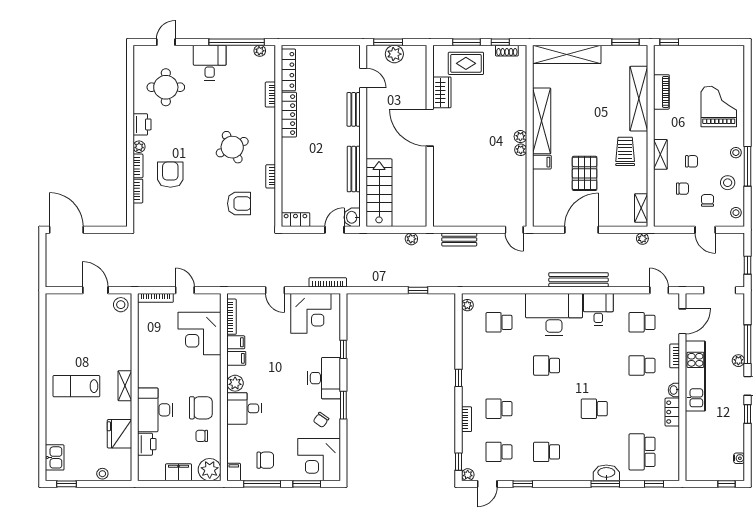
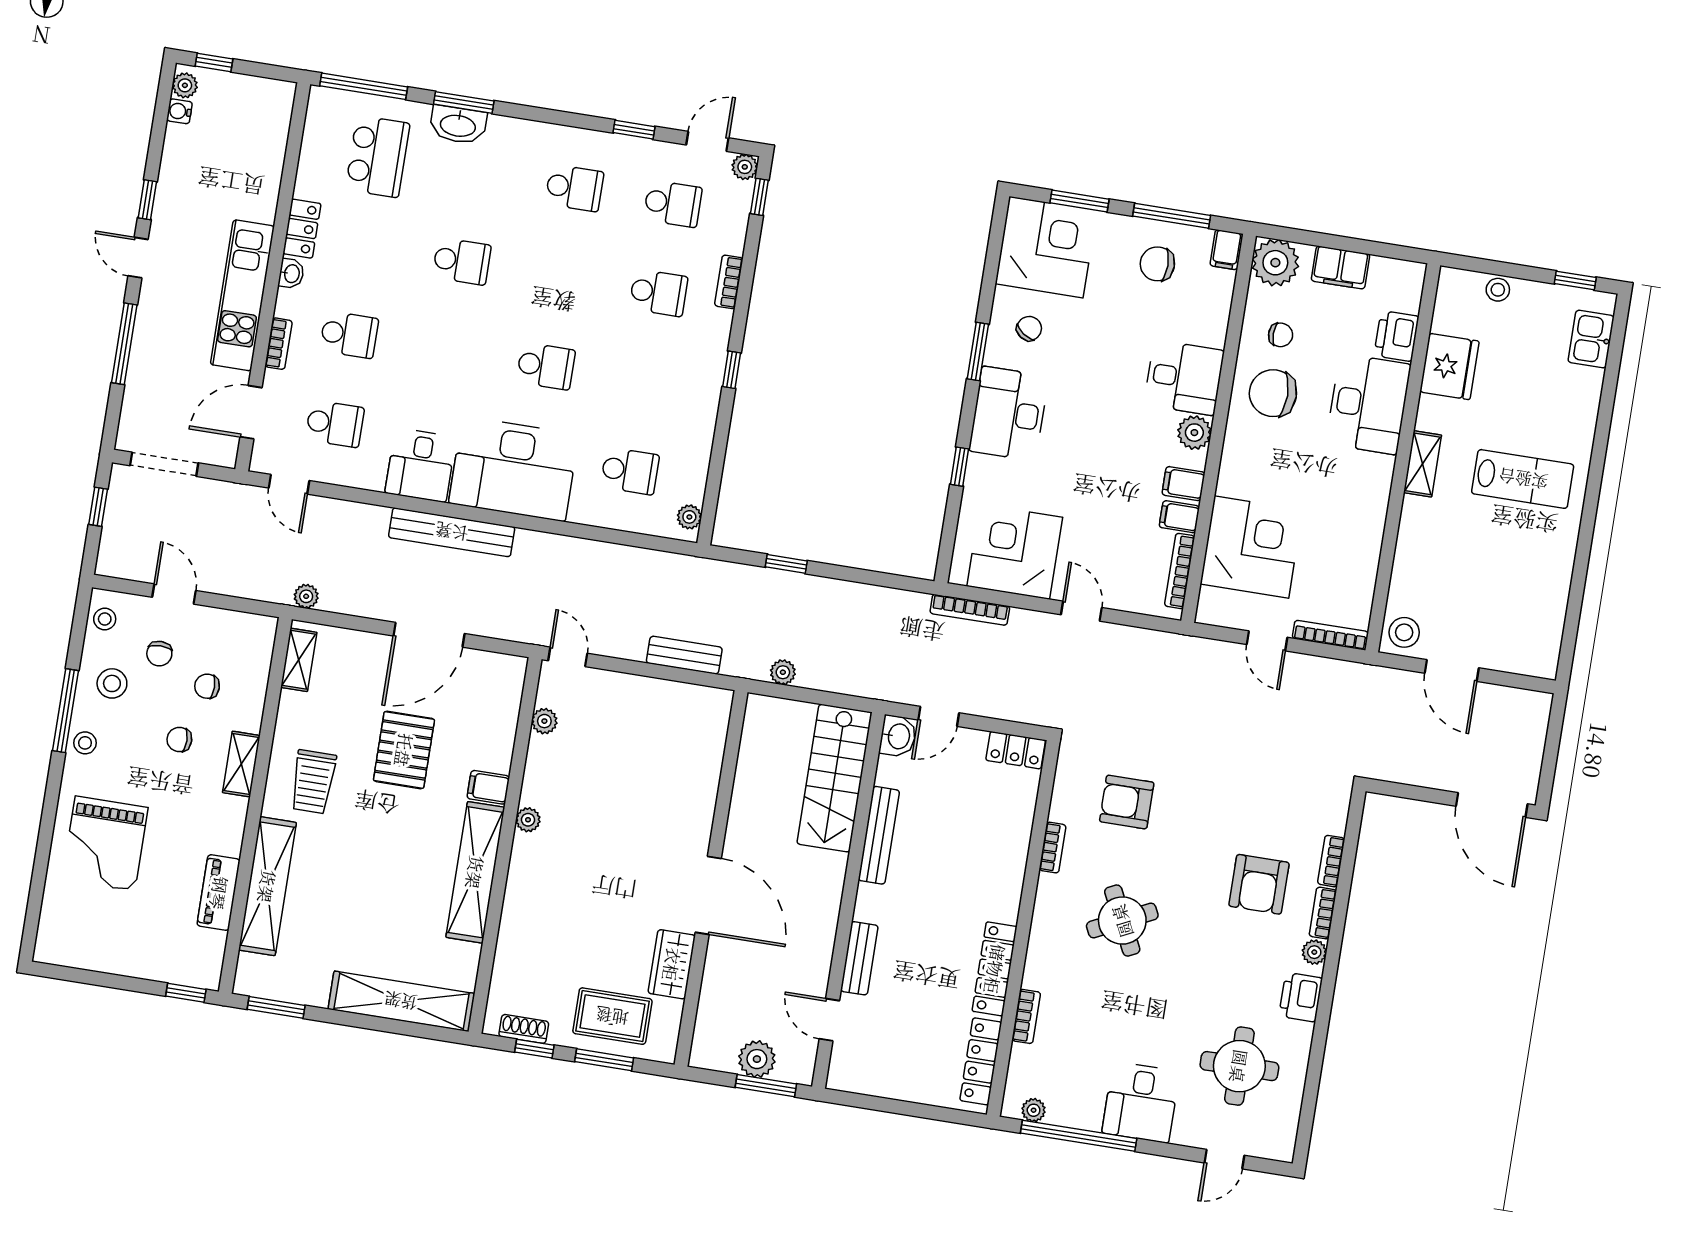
plant: (520, 137) -> (544, 721), moved
plant: (738, 361) -> (185, 85), moved
window: (654, 484) -> (364, 86), width x2.17

